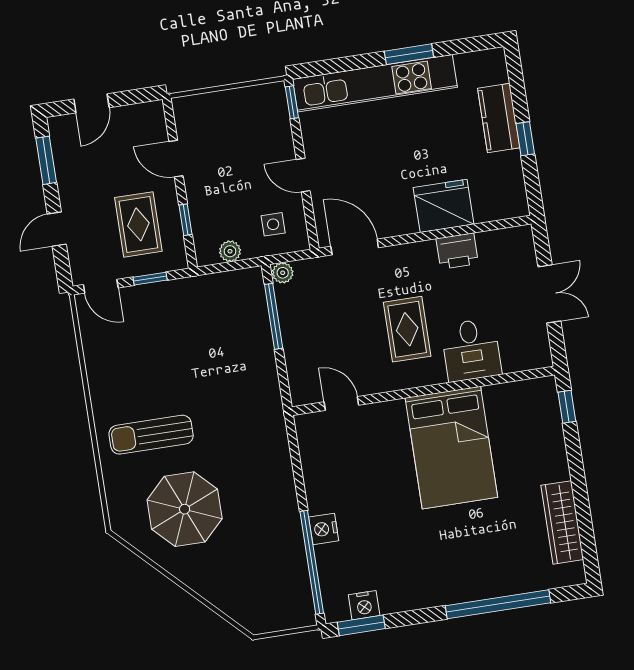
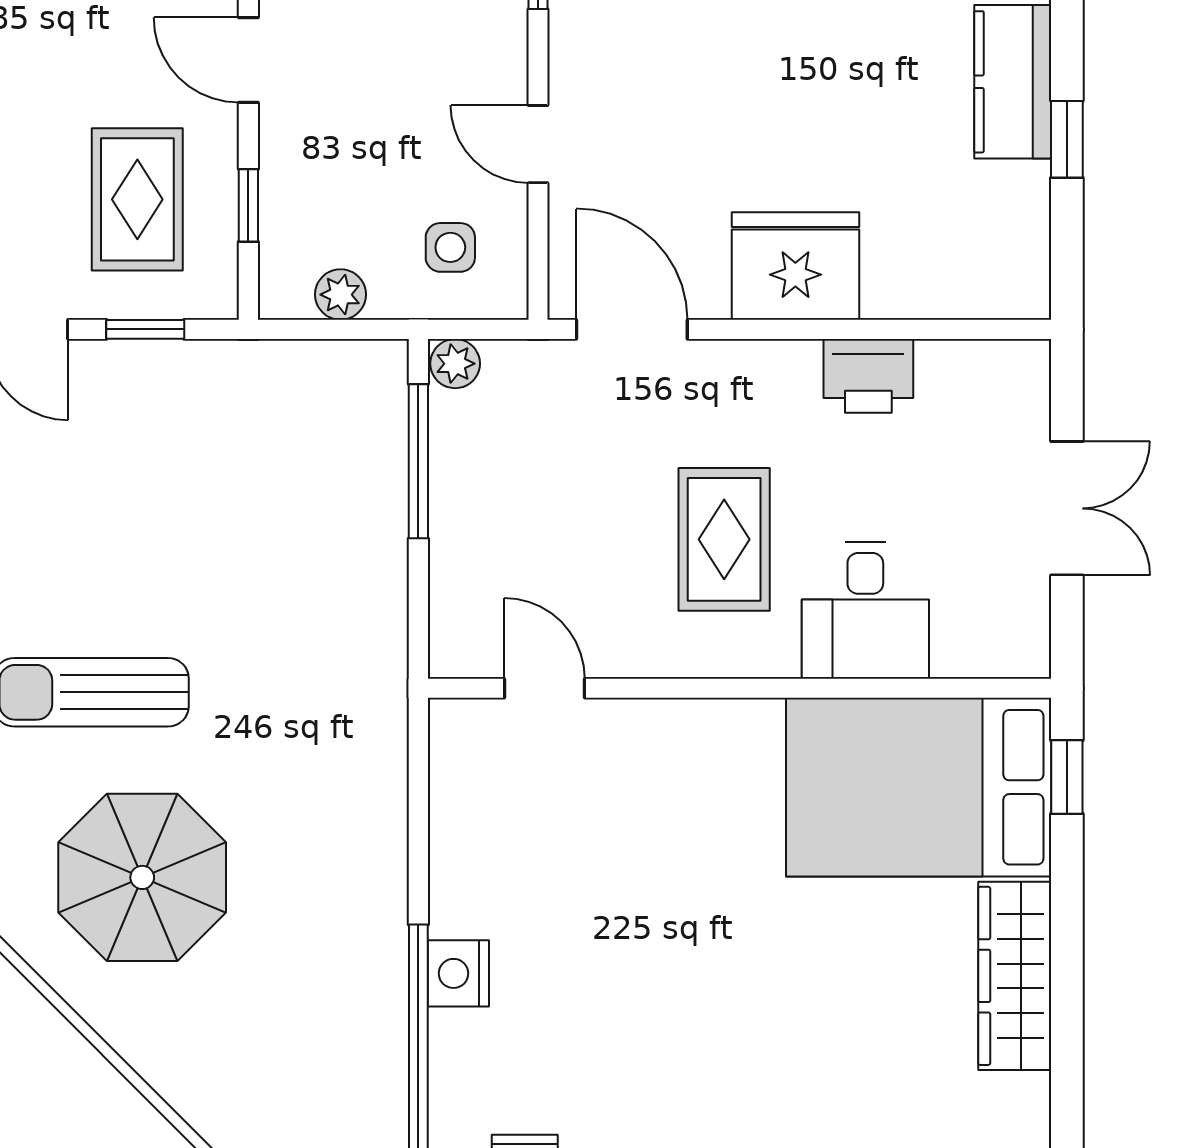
fridge: (444, 206) -> (795, 266), moved
bed: (451, 448) -> (919, 787), moved, turned 90
wardrobe: (562, 522) -> (1015, 976), moved

